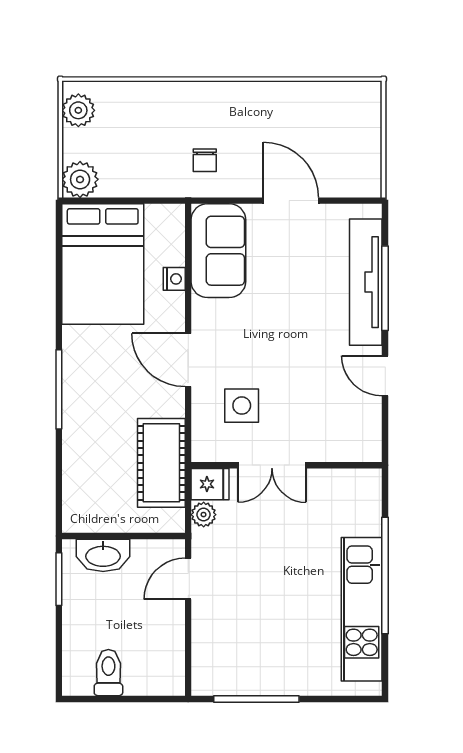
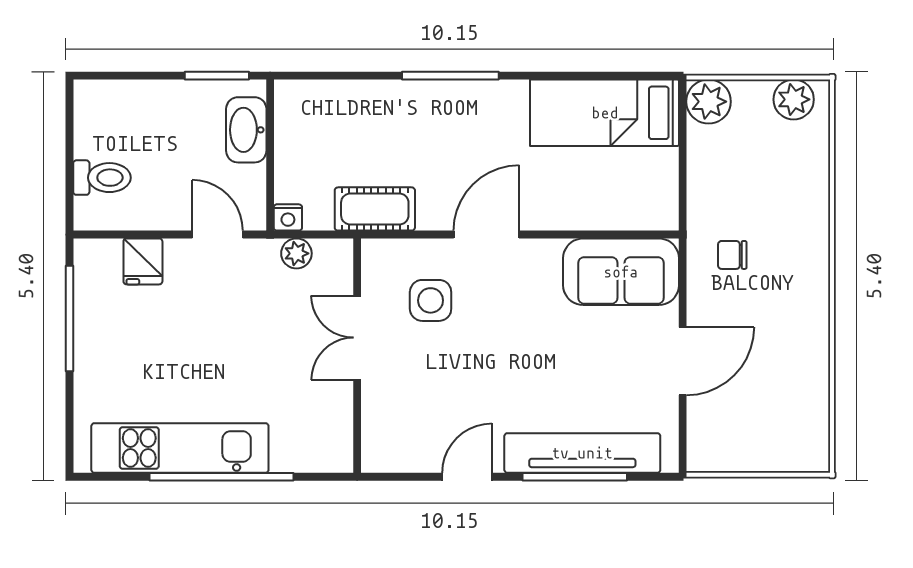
bed: (103, 264) -> (605, 113), width x0.67
nightstand: (174, 279) -> (288, 217), moved
cot: (161, 463) -> (375, 209), width x0.73, depth x0.75
fridge: (210, 484) -> (143, 261), moved
toilet: (108, 673) -> (102, 178), moved

